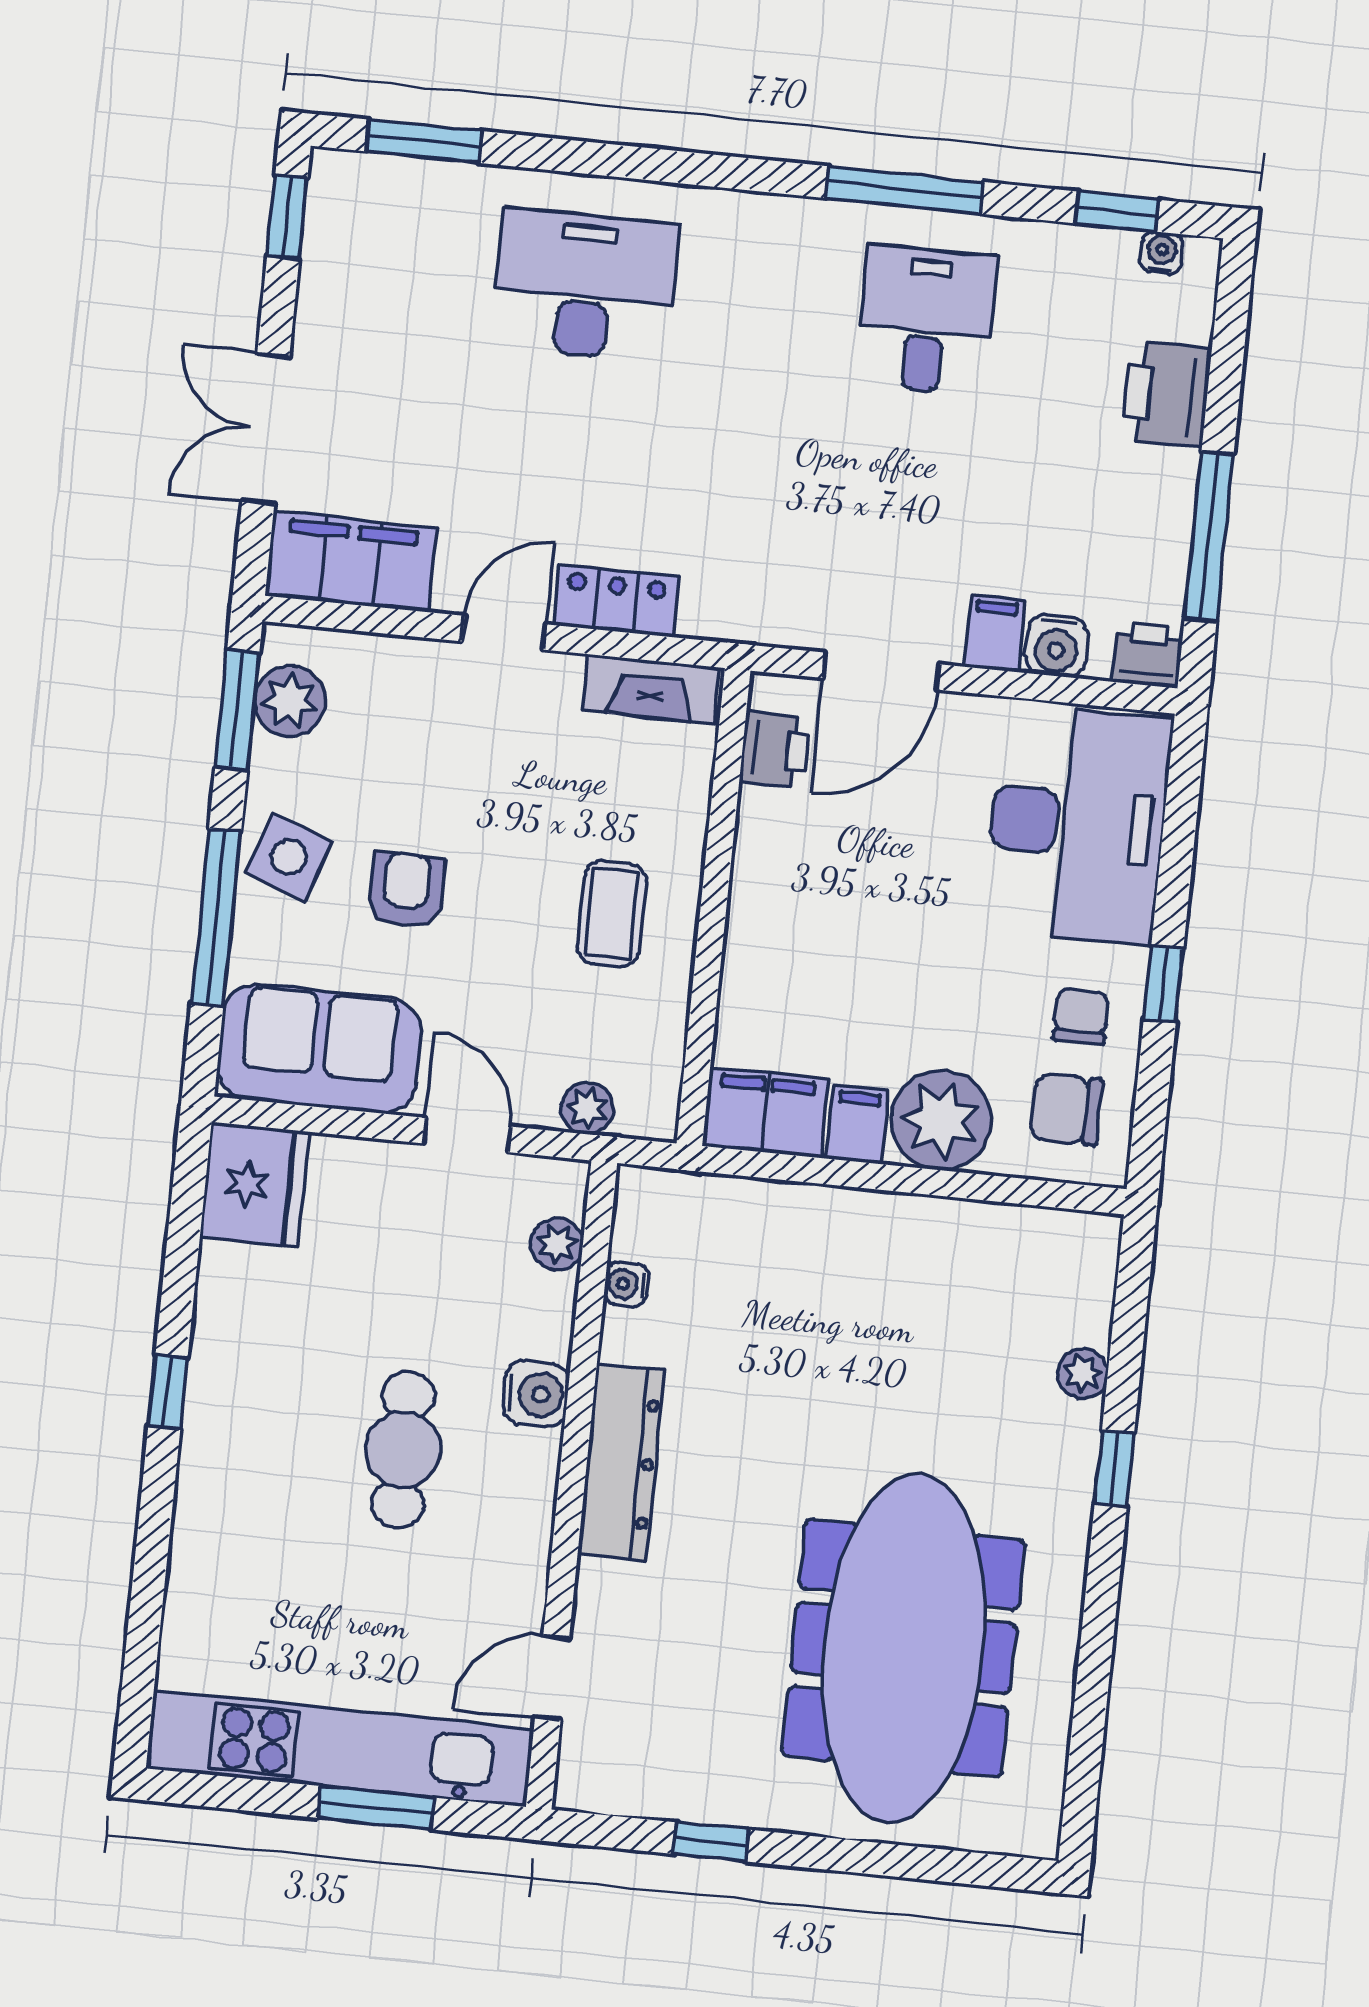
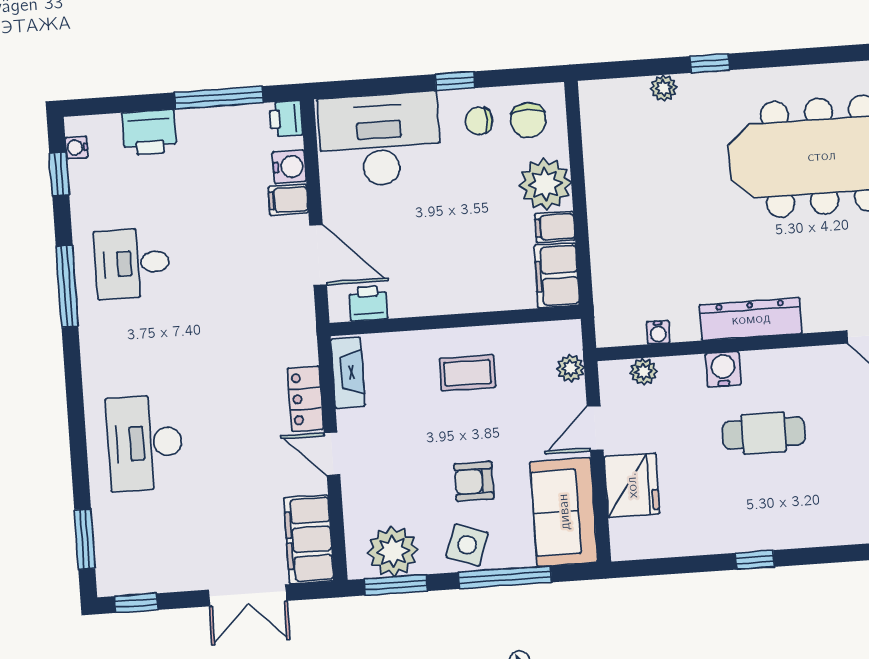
plant: (290, 701) -> (393, 551), width x1.36, depth x1.36
fridge: (254, 1185) -> (632, 485), moved, turned 90

